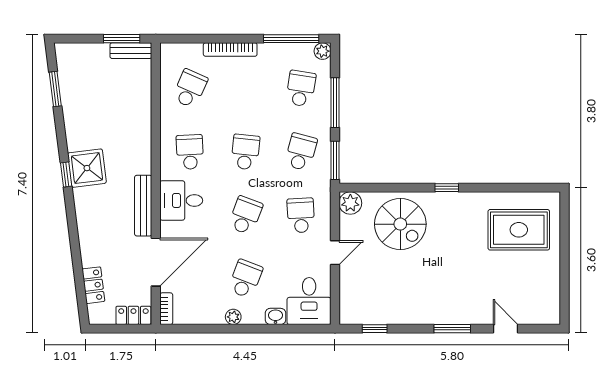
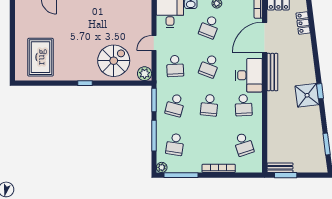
school desk: (190, 89) -> (244, 144), turned -42
desk: (181, 200) -> (249, 75), width x1.37
spiral stairs: (400, 224) -> (114, 61), turned 90
rug: (519, 230) -> (41, 57), turned 90

